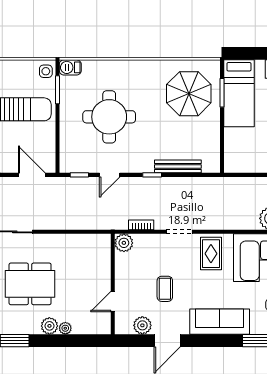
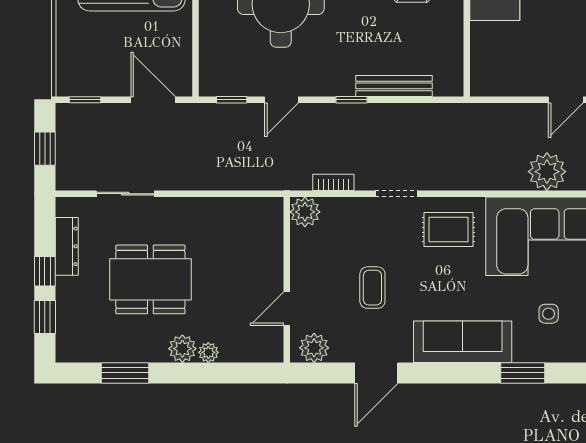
rug: (211, 254) -> (449, 230), turned 90
plant: (142, 325) -> (314, 348), moved

